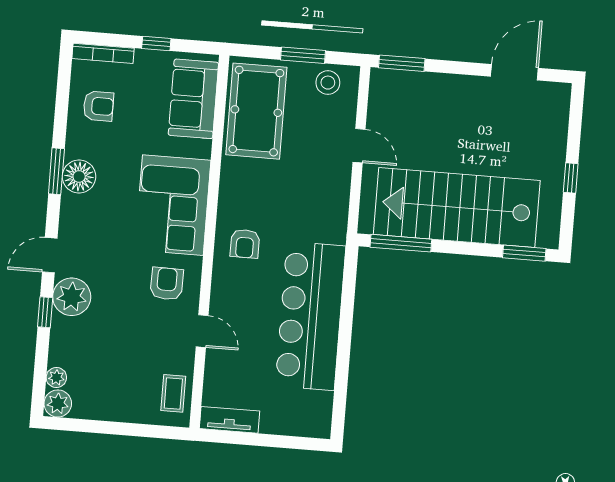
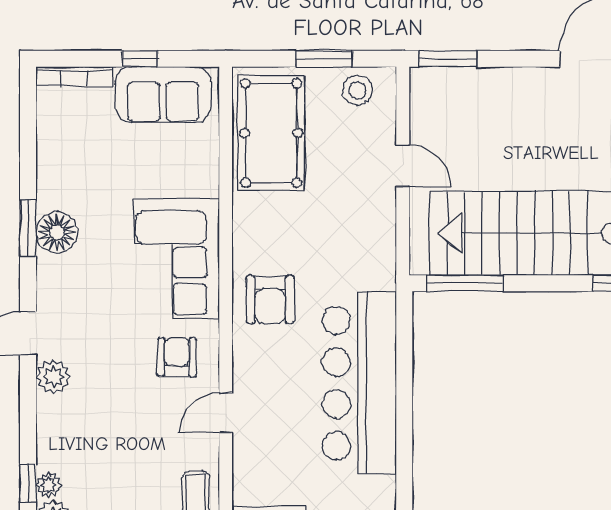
sofa: (193, 99) -> (163, 94), moved, turned -90
armchair: (98, 106) -> (74, 143), removed
armchair: (245, 244) -> (270, 300), width x1.38, depth x1.38
plant: (72, 297) -> (53, 377), width x0.73, depth x0.73
window: (45, 312) -> (28, 483), moved
door: (202, 331) -> (226, 413), swing flipped

